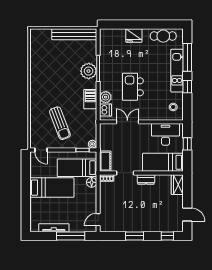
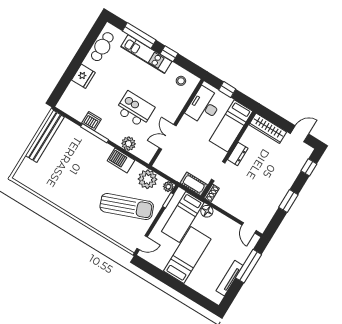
plant: (89, 71) -> (148, 179), moved
kitchen island: (133, 87) -> (135, 109), turned 180
dishwasher: (105, 110) -> (92, 121), moved
sun lounger: (60, 123) -> (127, 207), width x1.36, depth x1.34
wardrobe: (177, 185) -> (268, 128), width x1.50

